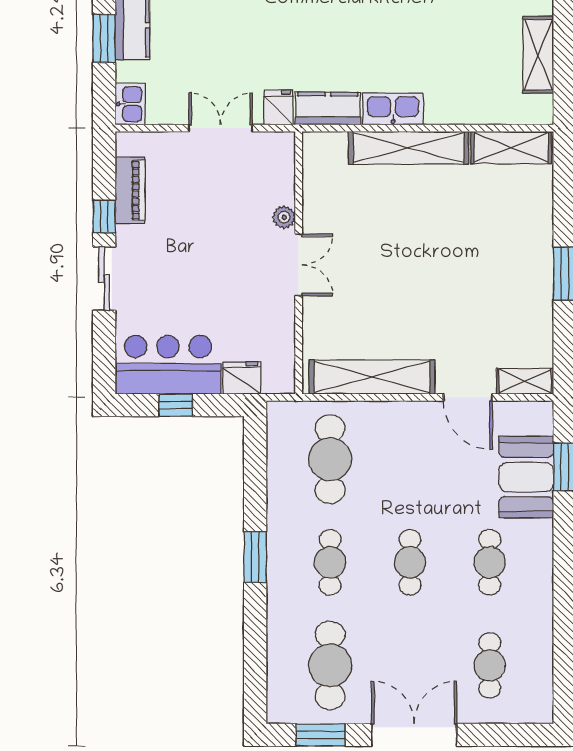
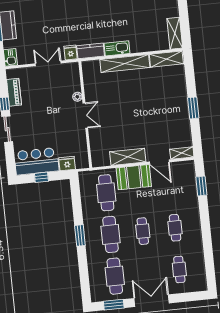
shelving: (538, 55) -> (175, 33), moved
shelving: (372, 377) -> (128, 157), width x0.68
booth: (526, 477) -> (134, 177), moved, turned 90
cafe table: (330, 562) -> (110, 234), width x1.37, depth x1.35

